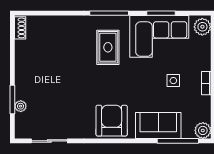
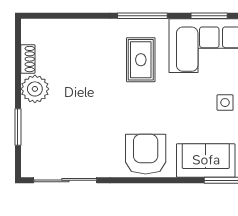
shoe rack: (20, 28) -> (28, 59), moved
plant: (21, 106) -> (35, 89), moved, width x1.87, depth x1.87
sliding door: (49, 141) -> (65, 180), width x1.37

